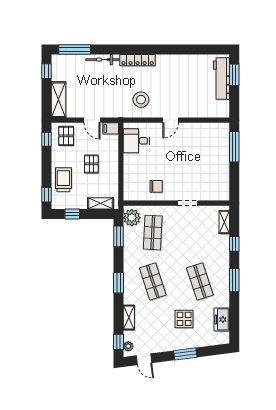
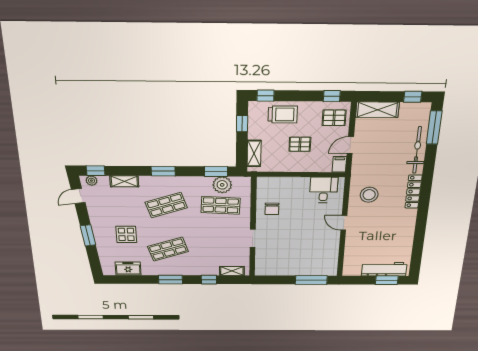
bicycle: (102, 60) -> (417, 150), width x1.37, depth x1.40
plant: (132, 218) -> (222, 185), moved

